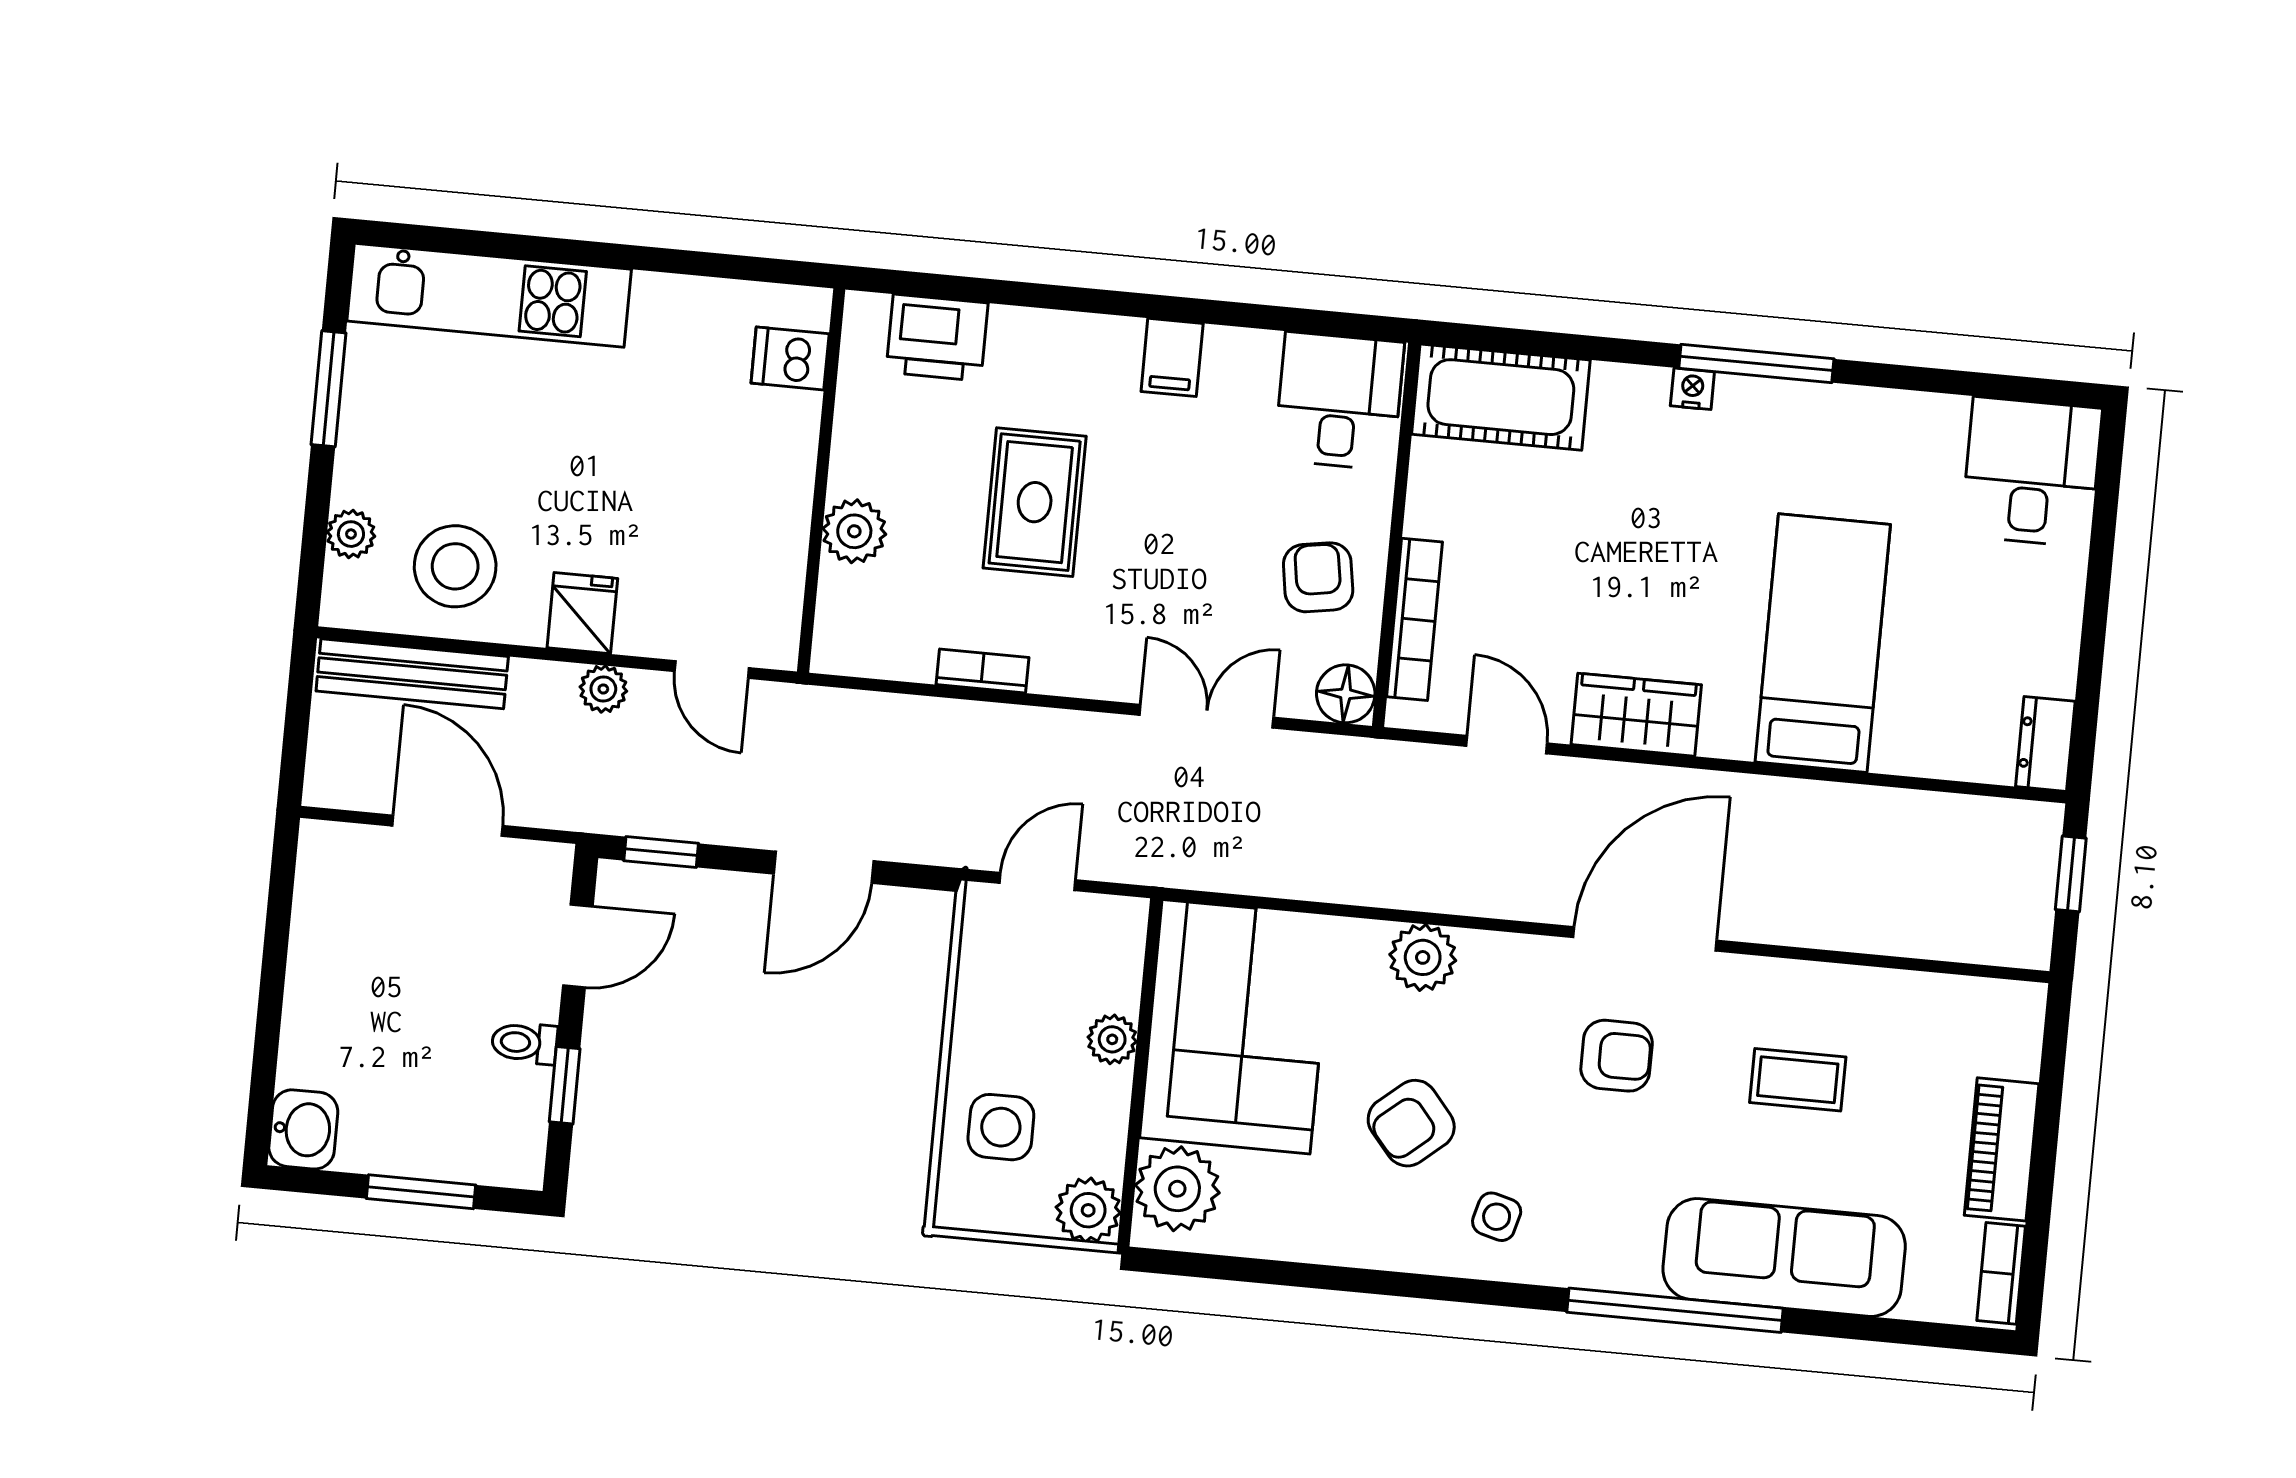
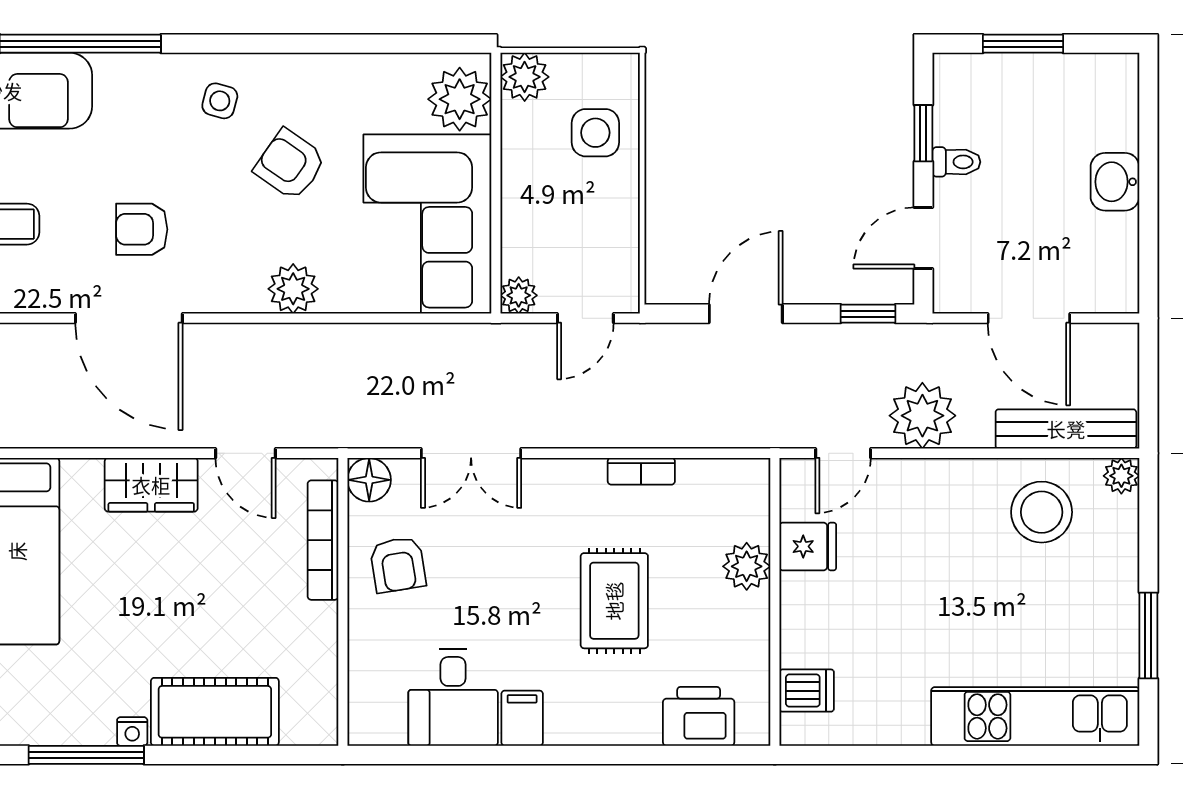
cot: (1501, 397) -> (215, 712), moved
desk: (1339, 401) -> (453, 698), moved
plant: (351, 534) -> (1121, 476), moved
fridge: (582, 613) -> (808, 546), moved, turned -90
door: (712, 670) -> (843, 453), swing flipped
plant: (603, 689) -> (922, 416), width x1.88, depth x1.88
door: (1645, 939) -> (129, 318), hinge flipped
plant: (1112, 1039) -> (519, 295), moved
armchair: (1411, 1123) -> (290, 165), turned -105
washbasin: (303, 1129) -> (1115, 182), moved

